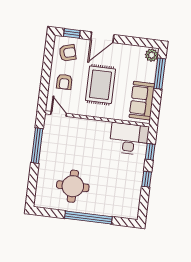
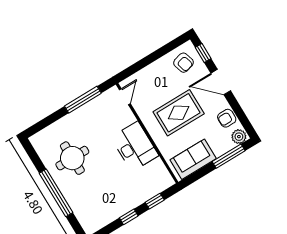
armchair: (64, 82) -> (227, 118), moved
desk: (129, 139) -> (135, 146), moved

